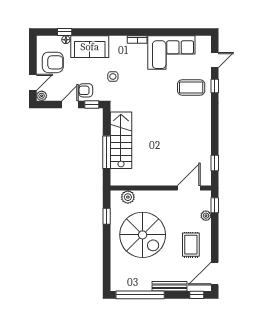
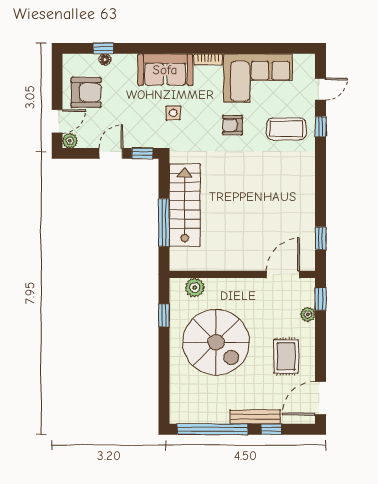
sofa: (90, 47) -> (165, 70), moved
armchair: (86, 90) -> (232, 125), moved
window: (197, 295) -> (271, 429), moved

